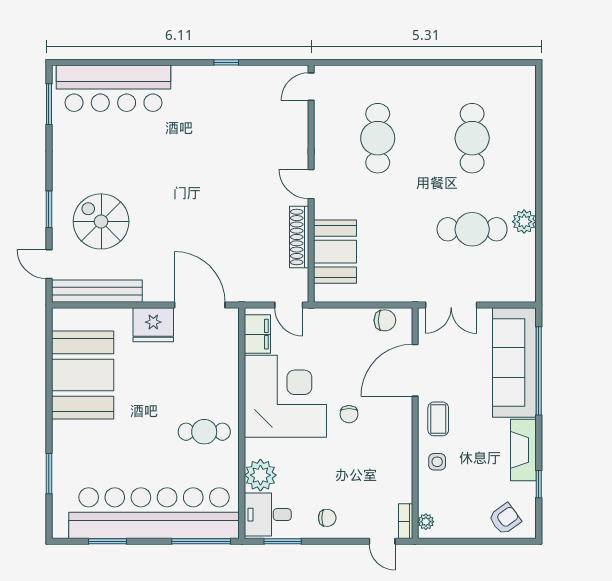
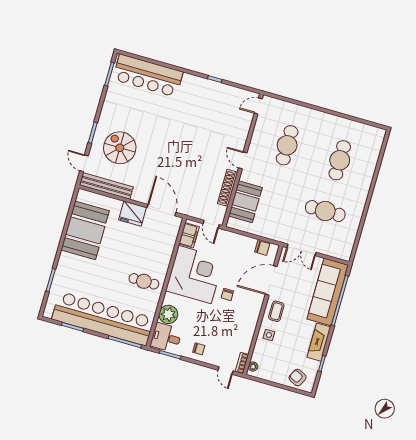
plant: (524, 222) -> (355, 215), removed
armchair: (505, 519) -> (298, 378), turned -118

